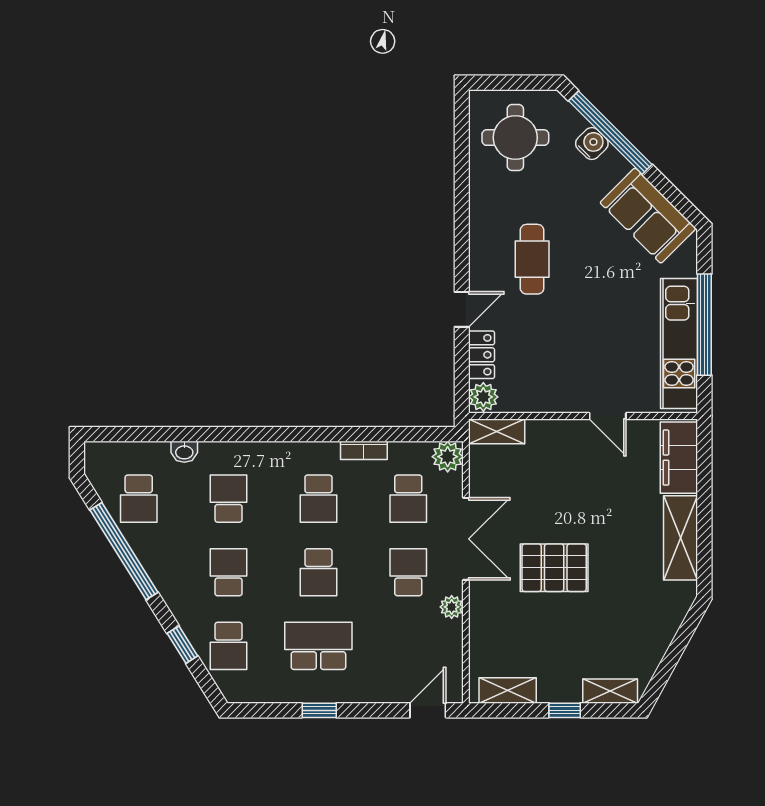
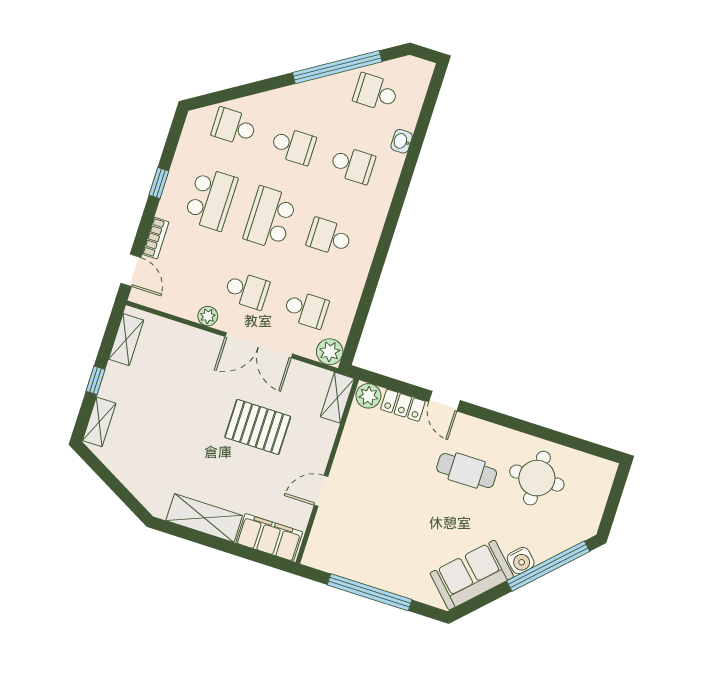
round table: (515, 138) -> (537, 478), moved
water cooler: (592, 143) -> (521, 561), moved
kitchen unit: (679, 344) -> (361, 567), removed
bookcase: (364, 450) -> (156, 238), moved, turned 180
school desk: (408, 499) -> (306, 309), turned 180
pallet: (554, 568) -> (258, 427), moved, turned 90
school desk: (318, 572) -> (270, 218), width x1.85
window: (182, 645) -> (247, 90), removed

